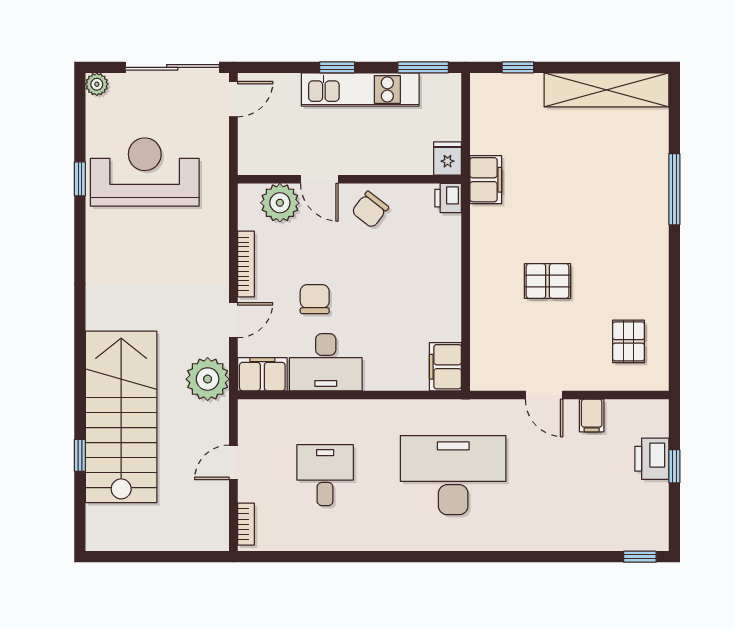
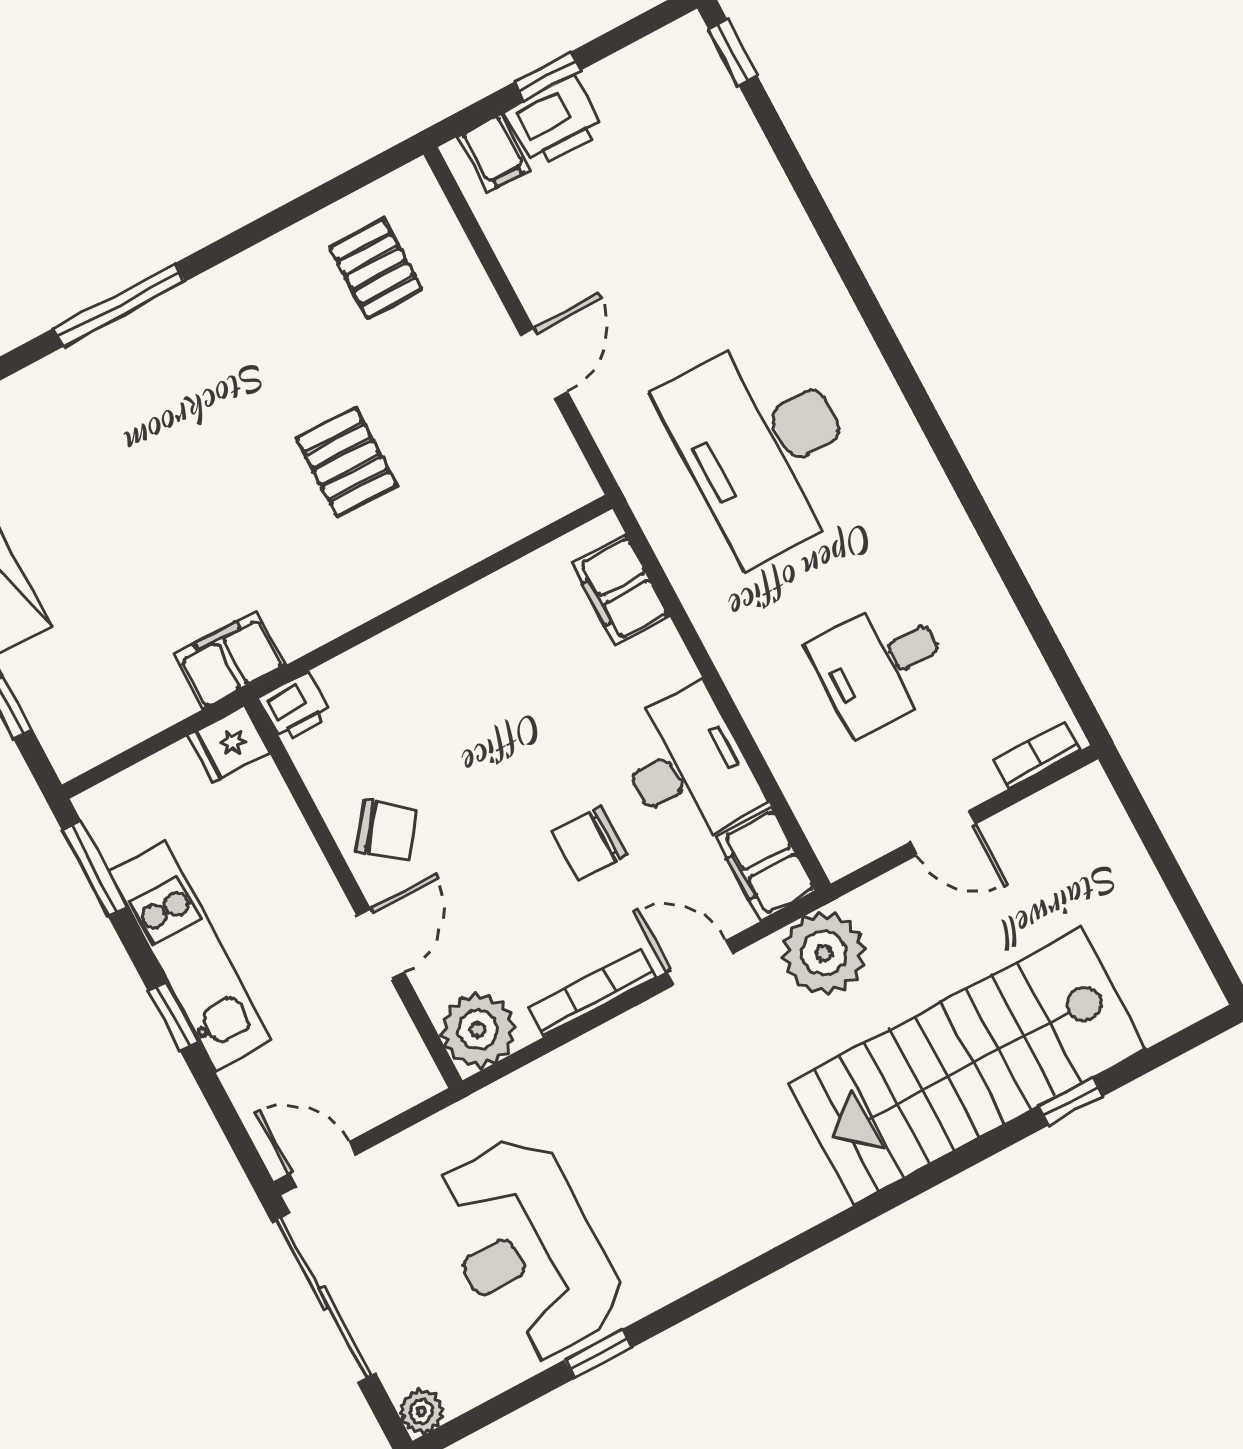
window: (674, 189) -> (119, 305), moved
plant: (280, 203) -> (478, 1030), moved
pallet: (628, 341) -> (376, 269), turned 90
filing cabinet: (445, 367) -> (621, 590), moved, turned 90
filing cabinet: (592, 415) -> (494, 153), moved, turned 90

